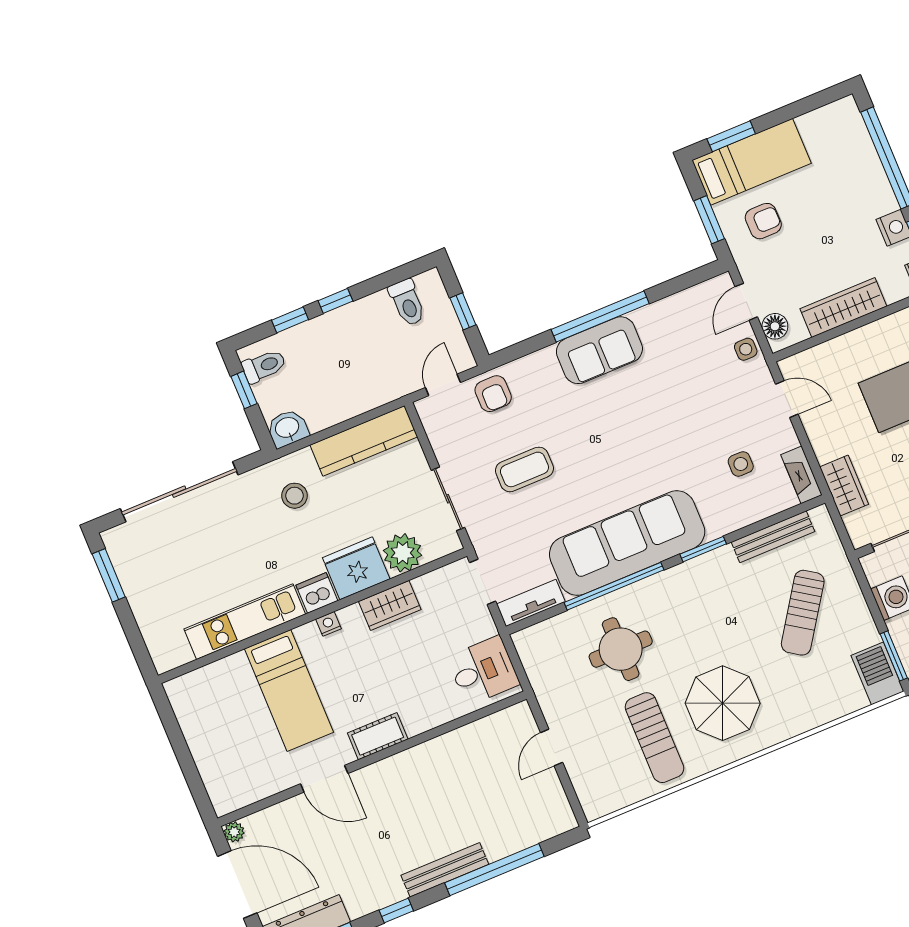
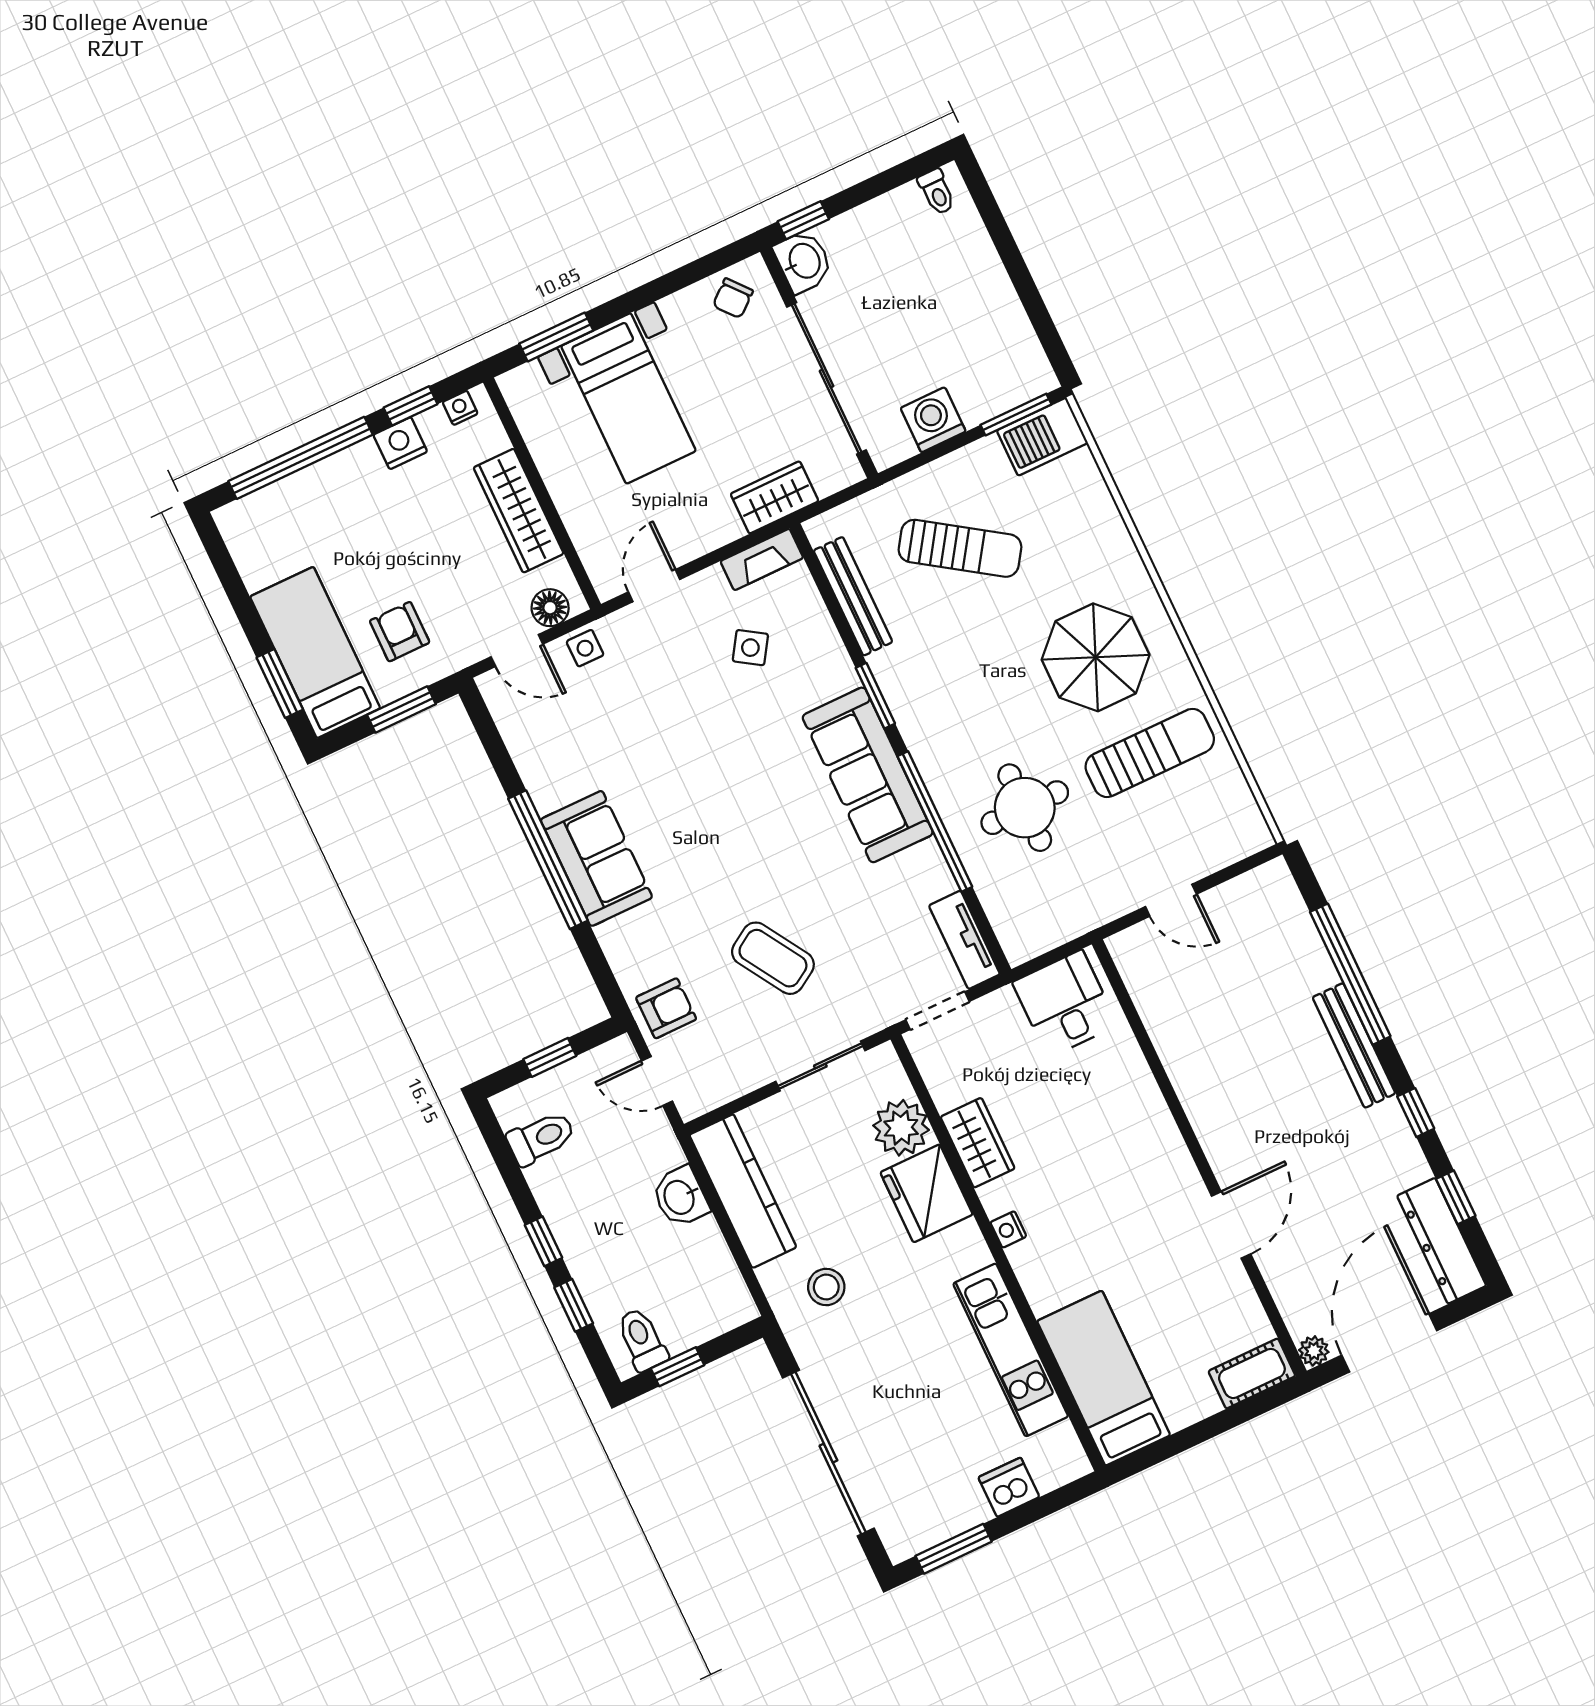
washbasin: (287, 428) -> (680, 1197), moved
side table: (741, 464) -> (750, 648), turned 33
coffee table: (524, 469) -> (773, 958), turned -32
sofa: (627, 543) -> (868, 775), width x0.74, depth x0.79
dishwasher: (317, 593) -> (1009, 1487), moved, turned 90
bed: (289, 691) -> (1104, 1378), moved, turned -90
cot: (378, 736) -> (1252, 1373), moved, turned 90

